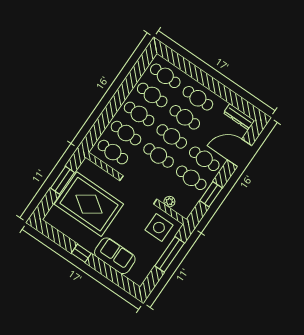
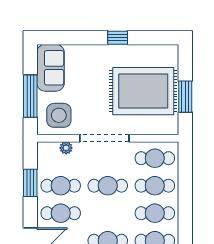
cafe table: (172, 136) -> (108, 213), removed
sofa: (115, 256) -> (51, 68), moved, turned -90

